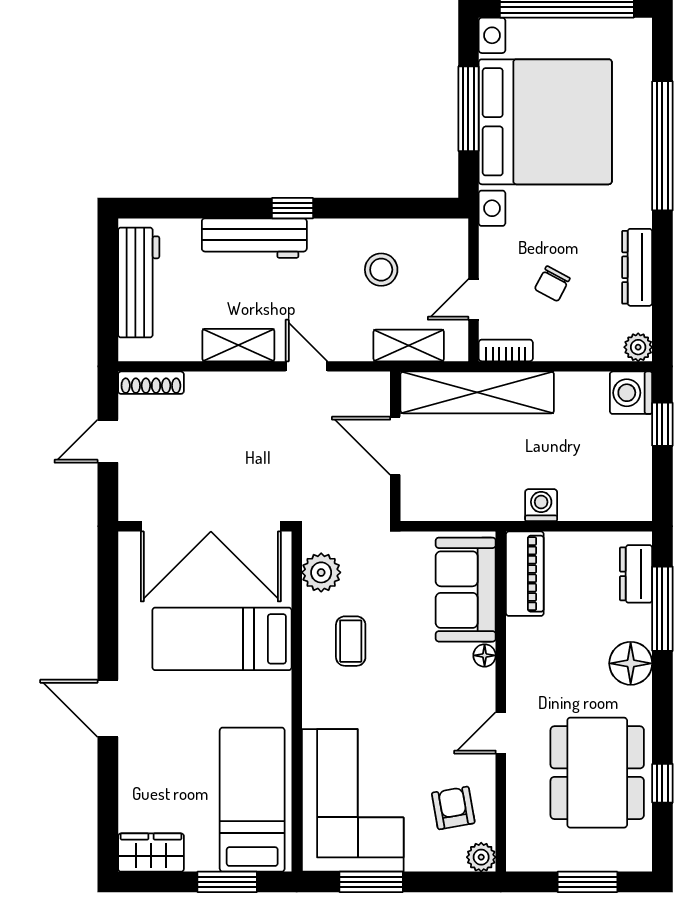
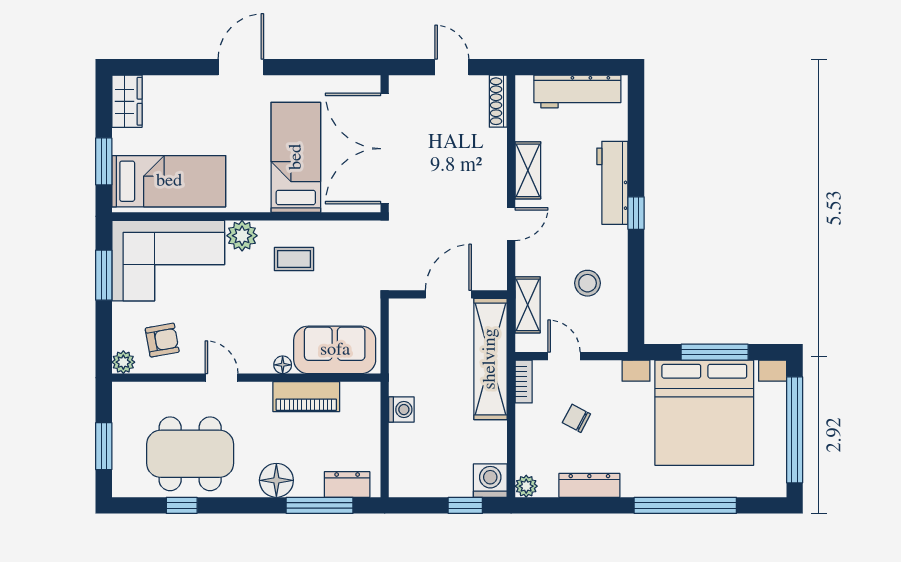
plant: (321, 572) -> (242, 236), moved
piano: (525, 574) -> (306, 397), moved

